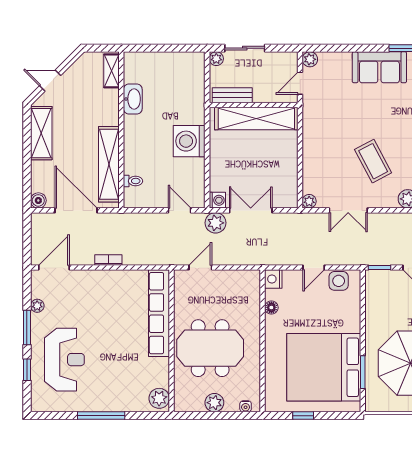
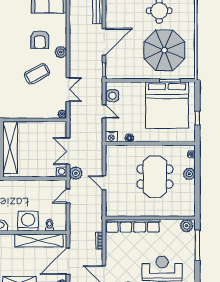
washing machine: (189, 141) -> (28, 221), moved, turned 180
row of seats: (159, 313) -> (133, 226), moved
wall: (171, 341) -> (150, 218), moved
plant: (159, 398) -> (187, 226), moved

